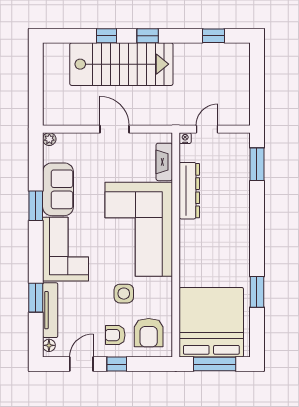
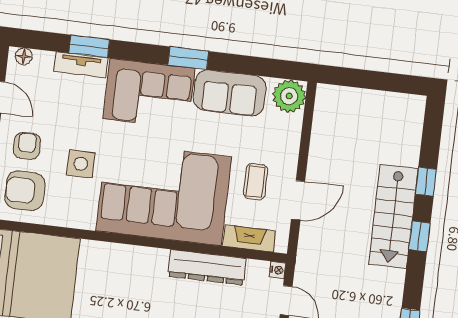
stairs: (121, 64) -> (393, 216), width x0.73, depth x0.66
door: (115, 129) -> (298, 200), moved
plant: (49, 139) -> (289, 96), width x1.88, depth x1.88
coffee table: (122, 162) -> (256, 182), added
window: (36, 206) -> (188, 58), moved
tv unit: (50, 310) -> (81, 65), width x0.71

